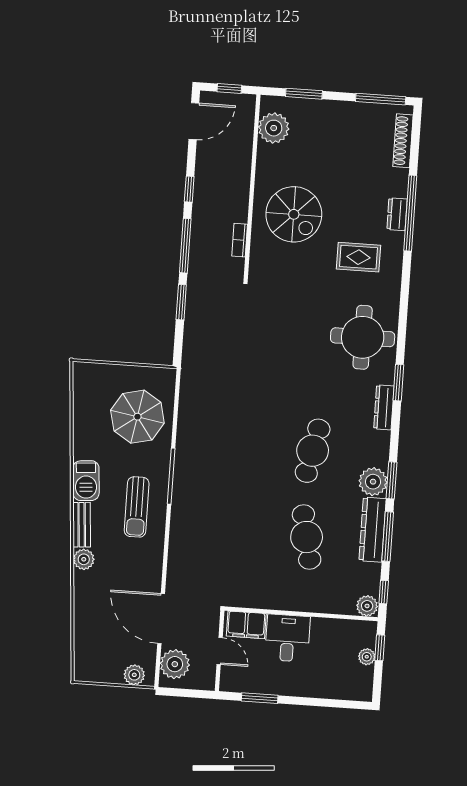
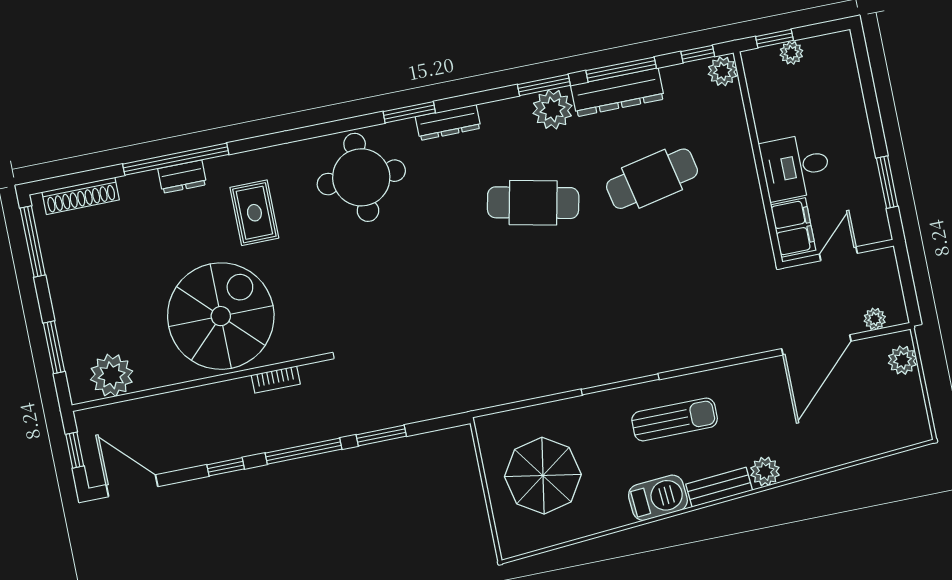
spiral stairs: (294, 214) -> (221, 316), width x1.37, depth x1.37
parasol: (137, 417) -> (543, 476), moved
plant: (175, 664) -> (875, 319), width x0.53, depth x0.53

